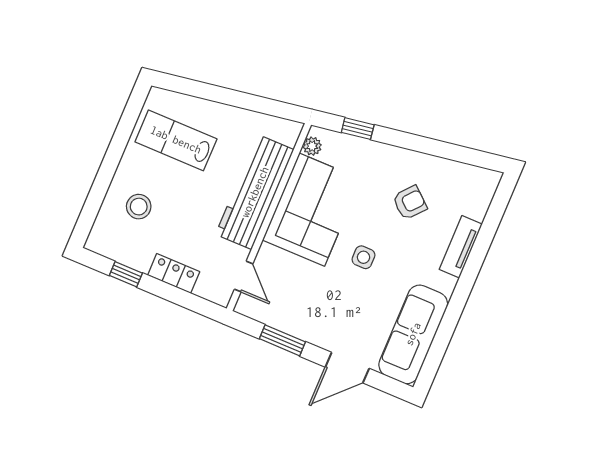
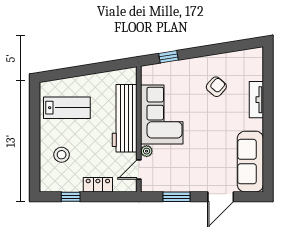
lab bench: (176, 140) -> (67, 108), turned 180
plant: (312, 146) -> (147, 151), moved
side table: (363, 257) -> (203, 129), removed
door: (244, 276) -> (139, 169), swing flipped

